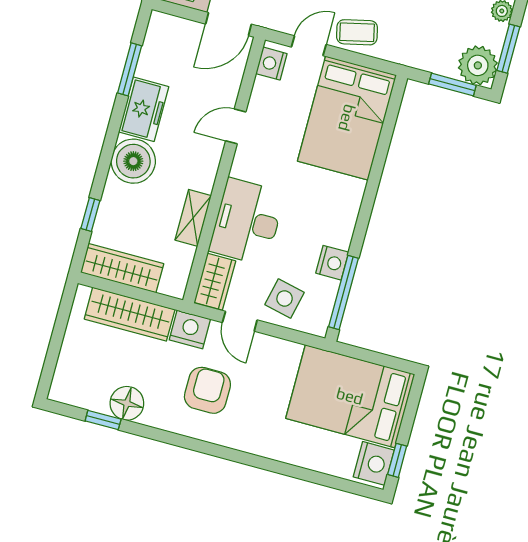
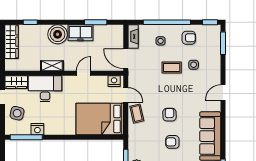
door: (236, 126) -> (84, 73), hinge flipped
shelving: (193, 218) -> (52, 66), moved

